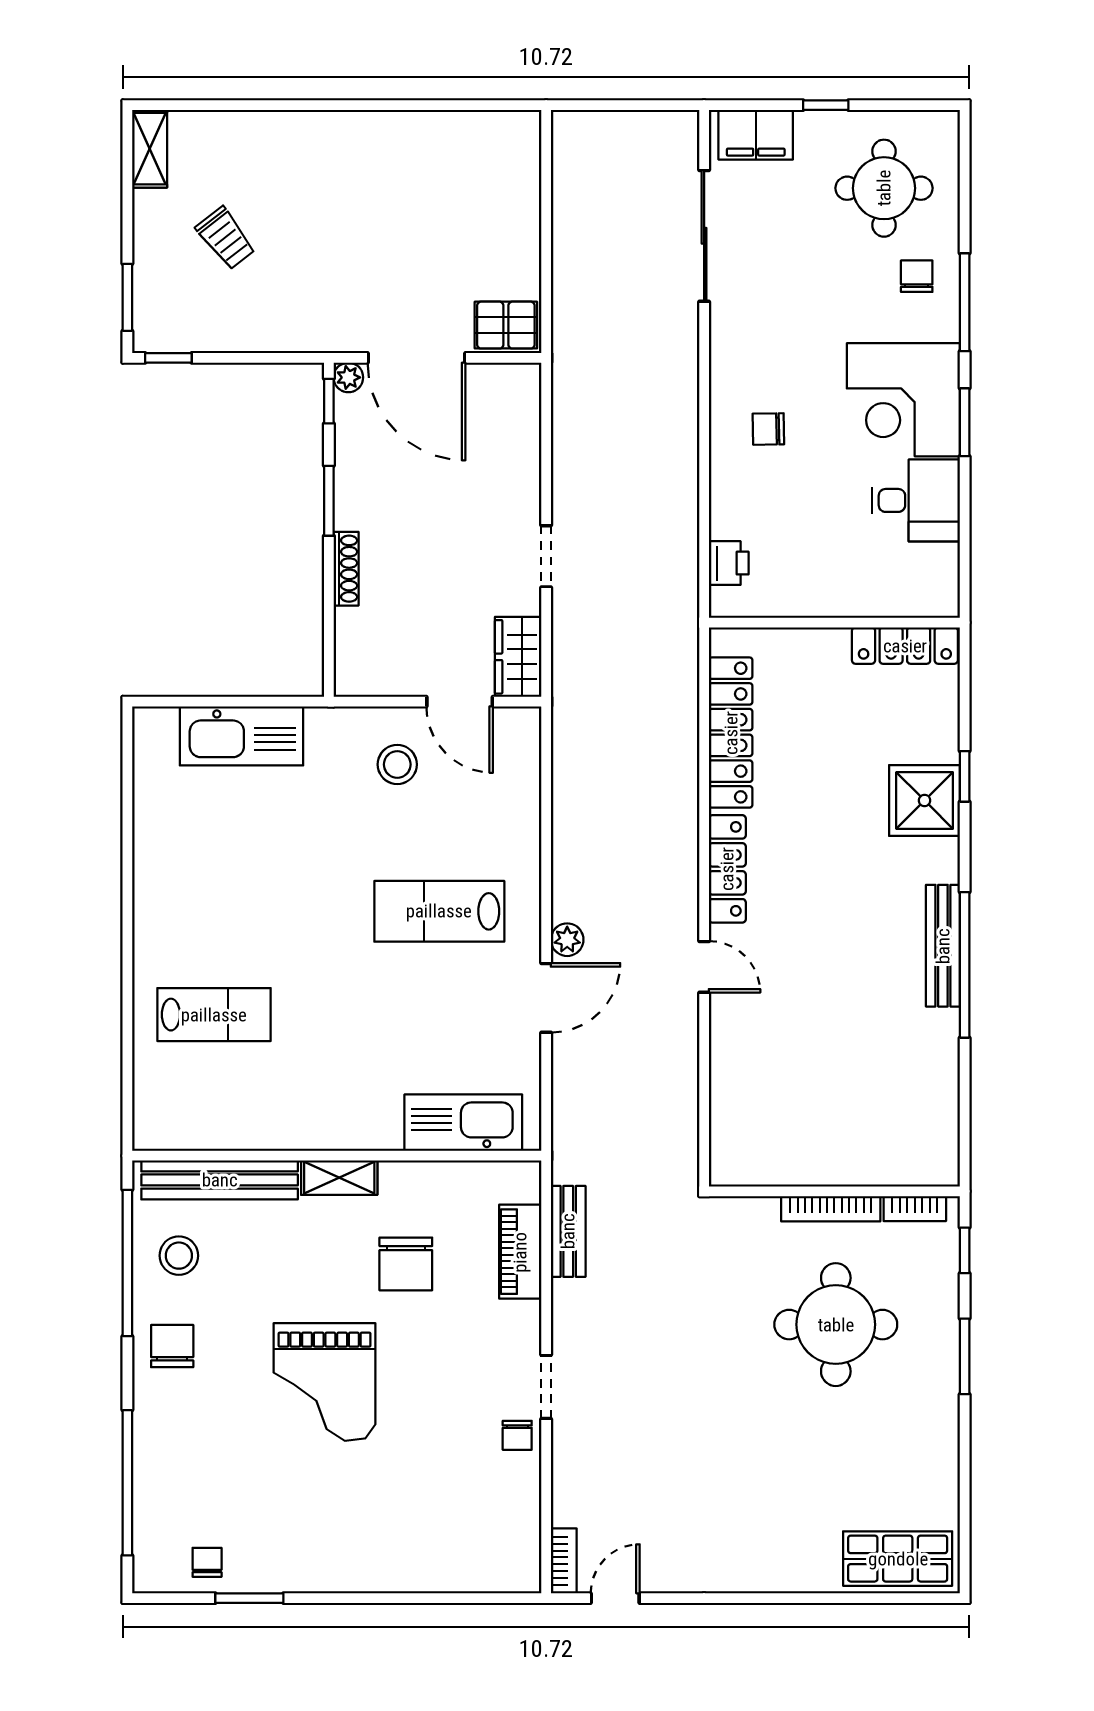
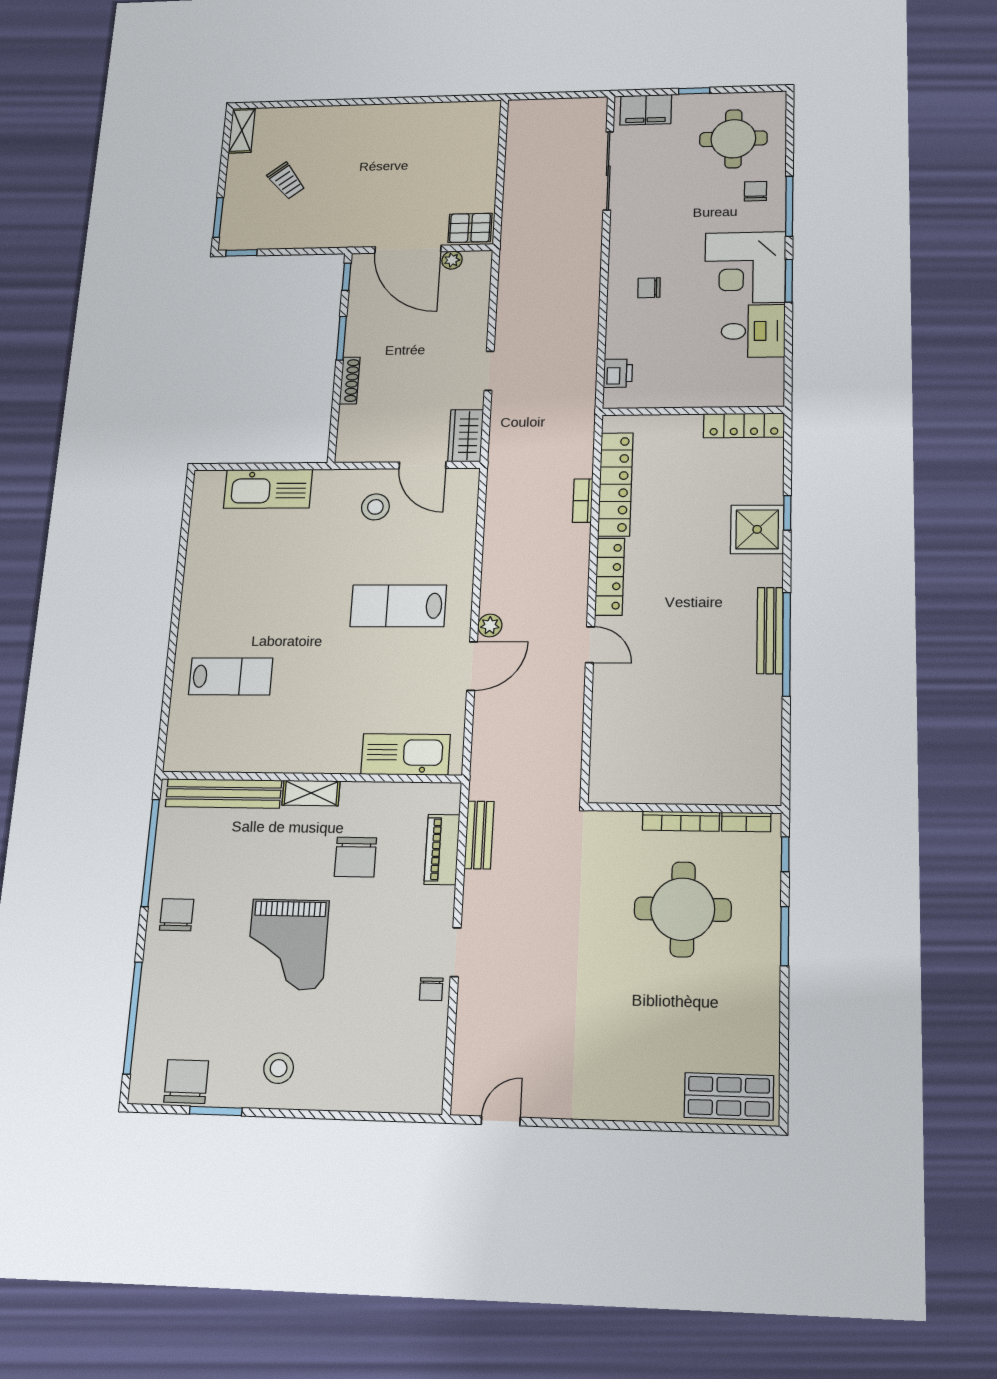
plant: (348, 377) -> (452, 260), moved
stool: (179, 1256) -> (279, 1068), moved
bookcase: (564, 1561) -> (583, 501), moved, turned 180
chair: (207, 1562) -> (186, 1081), width x1.87, depth x1.87

